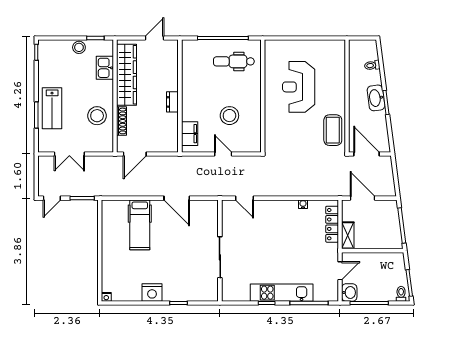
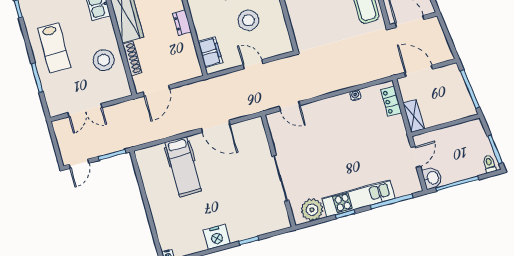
lab bench: (52, 108) -> (54, 48), moved
locker: (332, 224) -> (391, 101), width x0.66
plant: (239, 292) -> (312, 210), added

